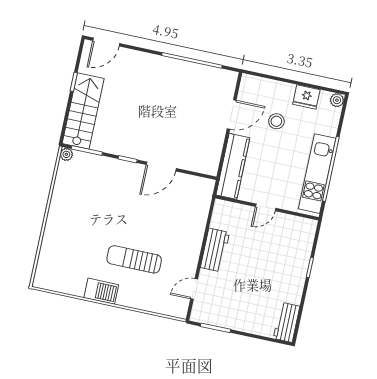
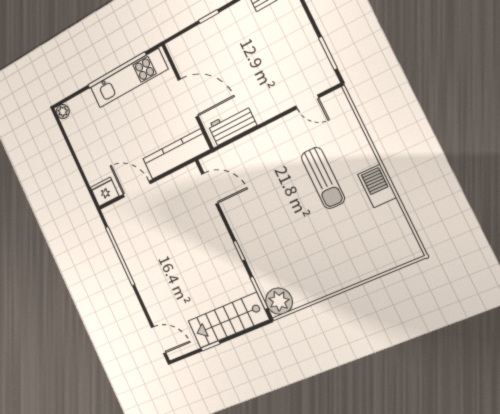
fridge: (306, 97) -> (105, 192), moved, turned -90
stool: (276, 121) -> (114, 147), removed
plant: (66, 154) -> (279, 301), width x1.88, depth x1.88
door: (161, 166) -> (210, 189), moved
door: (266, 207) -> (188, 98), width x1.88
workbench: (215, 250) -> (232, 125), moved

